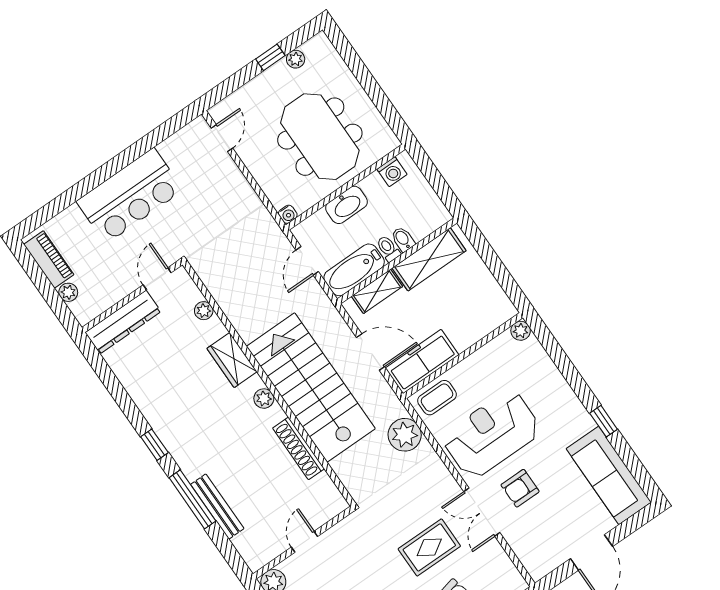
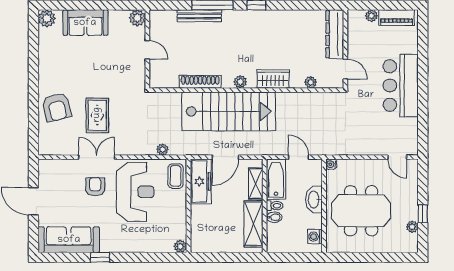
plant: (405, 435) -> (163, 149), width x0.53, depth x0.53

